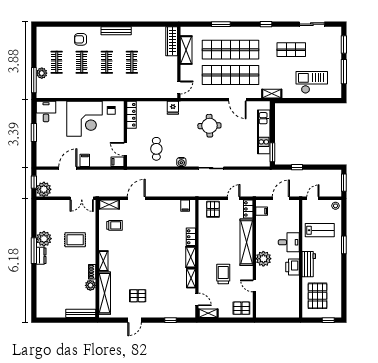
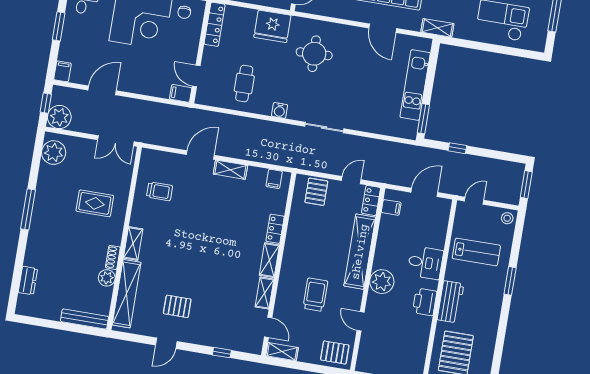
fridge: (173, 108) -> (272, 26), width x1.88, depth x1.34
round table: (209, 126) -> (314, 54), moved
filing cabinet: (85, 160) -> (62, 71), moved
shelving: (109, 204) -> (230, 170), moved
plant: (44, 239) -> (54, 153), moved
dresser: (41, 256) -> (28, 281), moved

